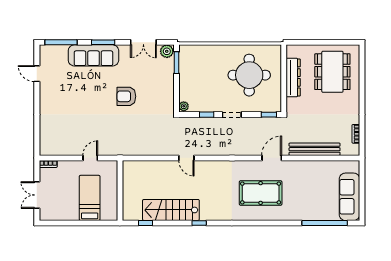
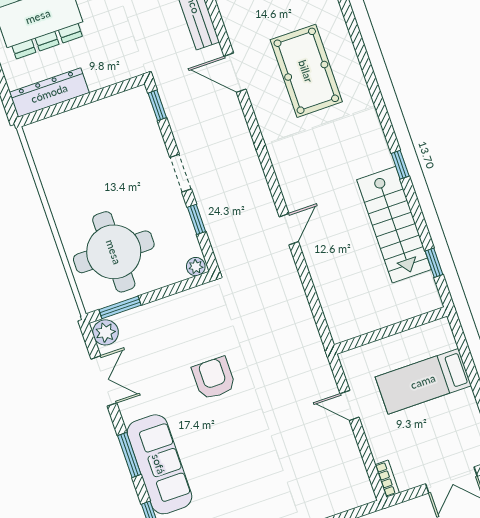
round table: (249, 75) -> (114, 252), moved
dresser: (293, 77) -> (49, 93), moved
armchair: (126, 96) -> (214, 378), turned 180

